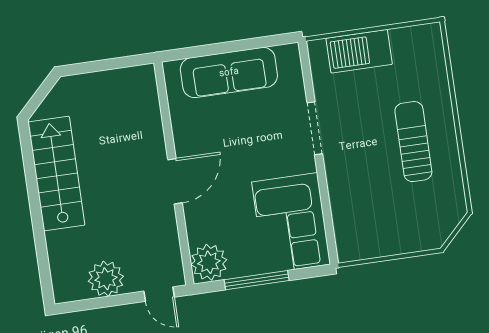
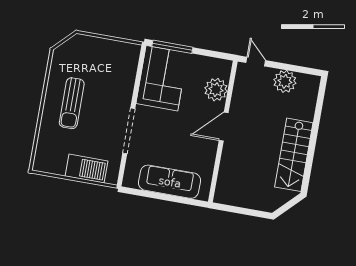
doorway: (315, 128) -> (129, 131), width x1.36
plant: (209, 262) -> (216, 90), moved
window: (257, 280) -> (172, 47), moved

